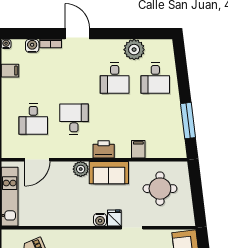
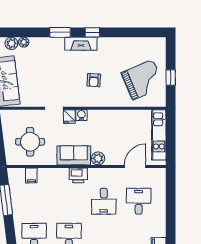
filing cabinet: (138, 149) -> (31, 175), moved

